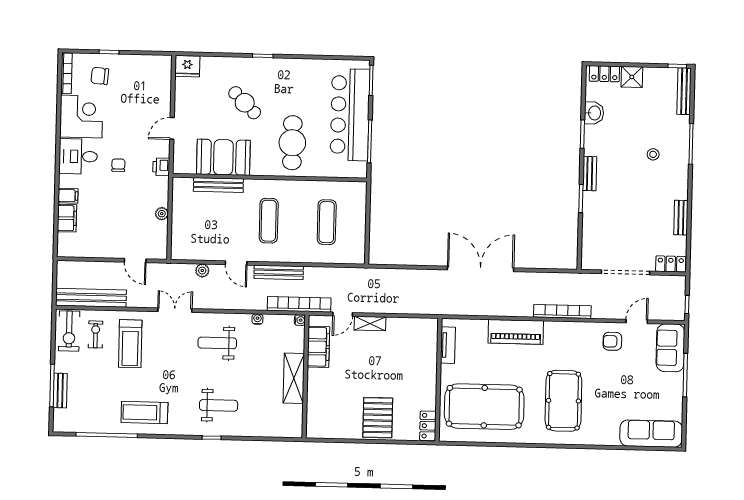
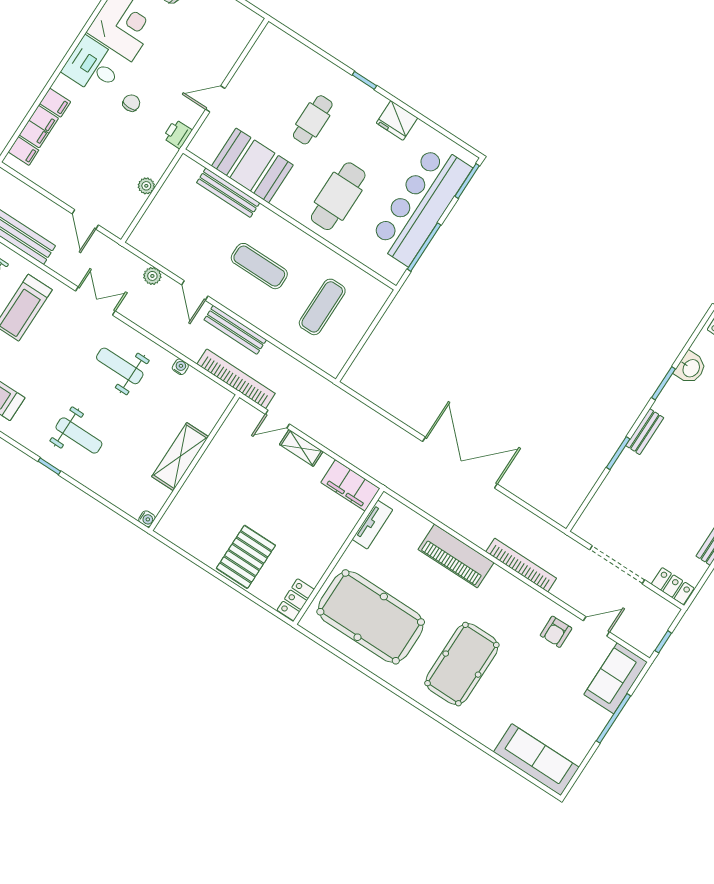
fridge: (187, 66) -> (397, 120), moved
cafe table: (245, 103) -> (313, 120), turned 45
exercise mat: (269, 221) -> (259, 266), turned 90
filing cabinet: (67, 240) -> (23, 151), added
water cooler: (300, 320) -> (147, 519), moved
armchair: (612, 341) -> (556, 632), turned -91
filing cabinet: (318, 347) -> (350, 485), moved, turned 90

